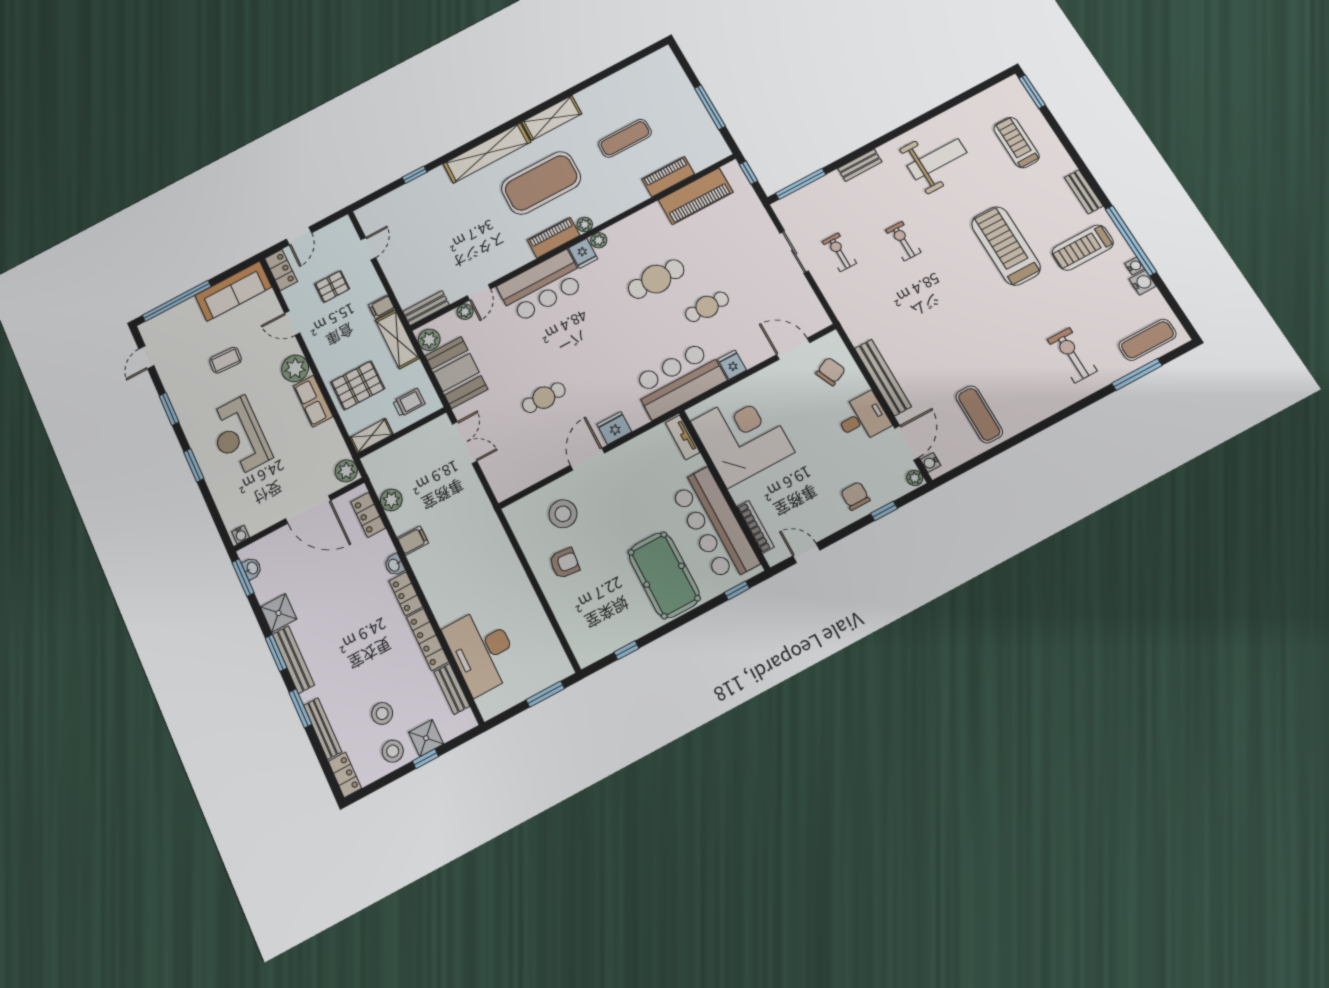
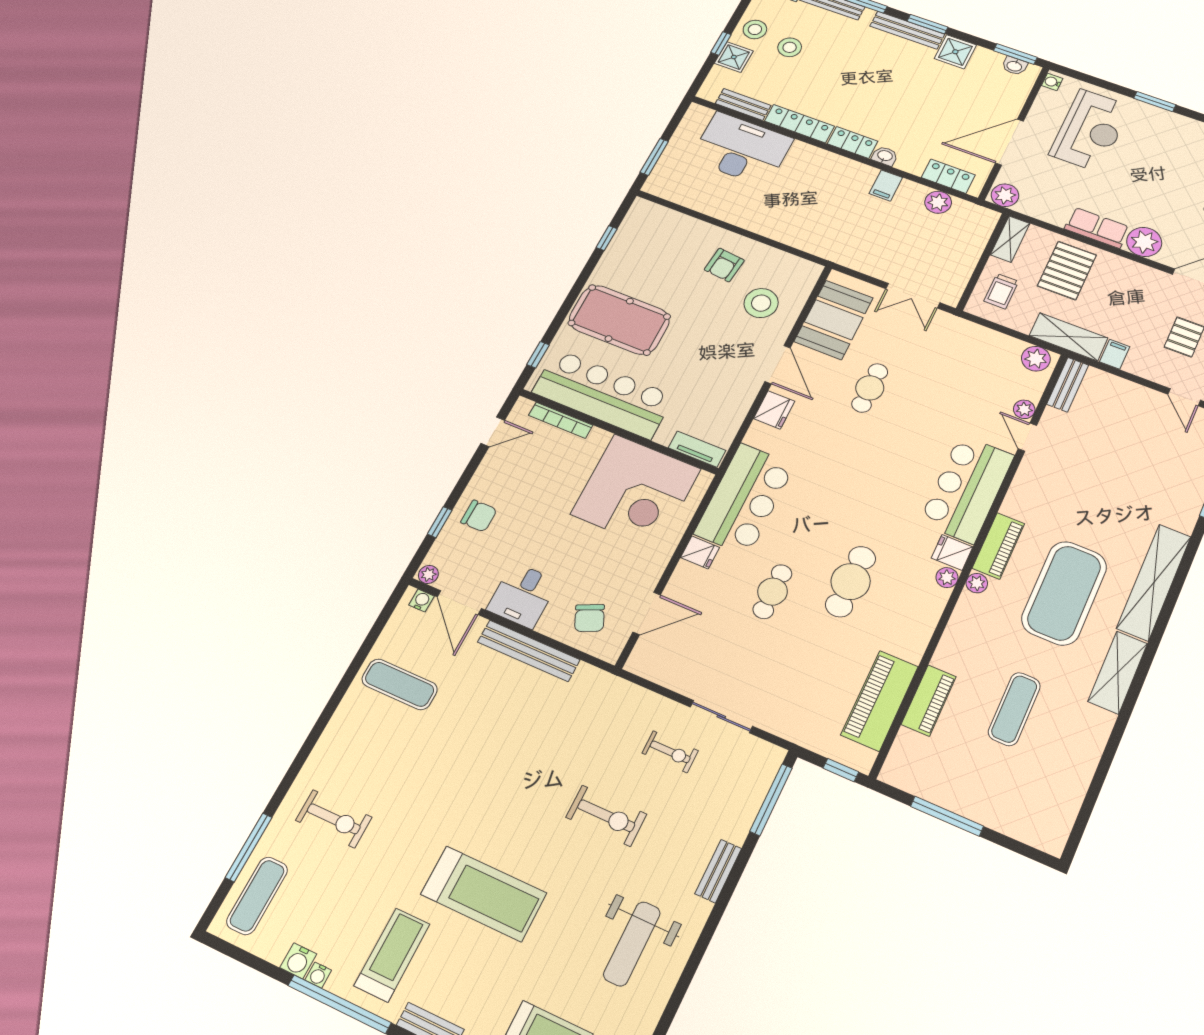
exercise bike: (903, 241) -> (606, 816), width x1.38, depth x1.39
booth: (456, 372) -> (834, 320), moved, turned 90
reception desk: (239, 437) -> (1090, 130), moved, turned 90

